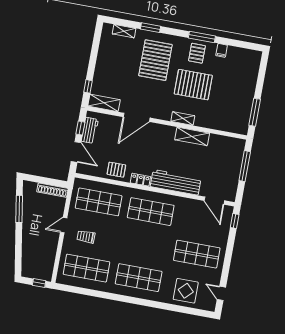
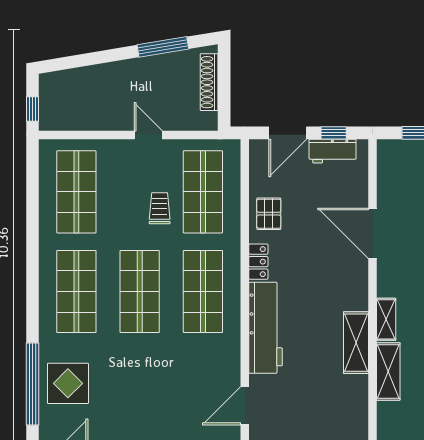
shelving: (104, 103) -> (388, 371), moved
shoe rack: (52, 190) -> (209, 82), moved
trolley: (86, 237) -> (160, 208), moved
shop shelf: (197, 254) -> (140, 292), moved
window: (183, 309) -> (33, 384), added

